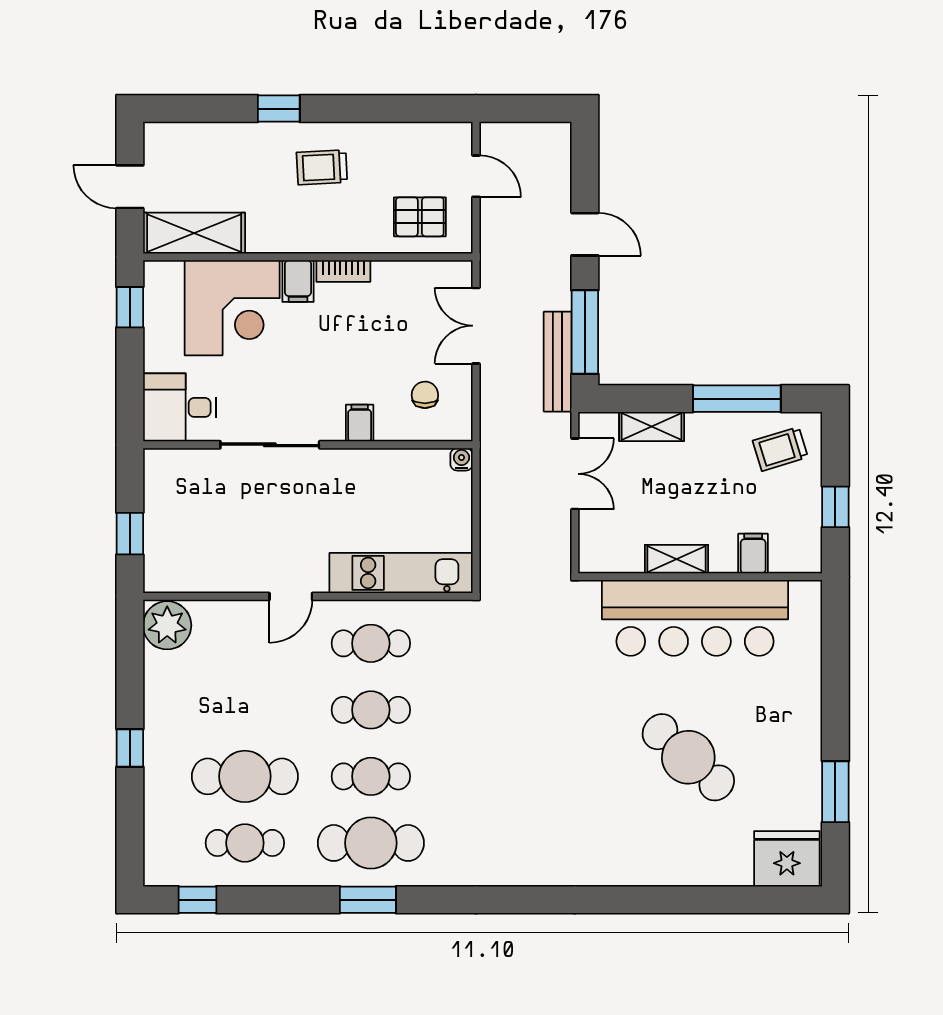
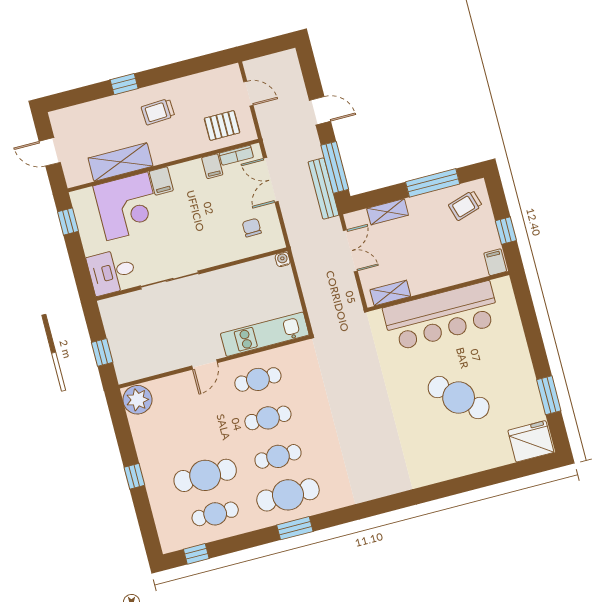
shelving: (194, 233) -> (121, 162), moved
bookcase: (343, 271) -> (236, 155), moved
filing cabinet: (360, 423) -> (212, 166), moved, turned 180
filing cabinet: (753, 554) -> (495, 262), moved
shelving: (676, 559) -> (390, 293), moved

